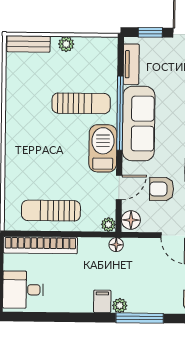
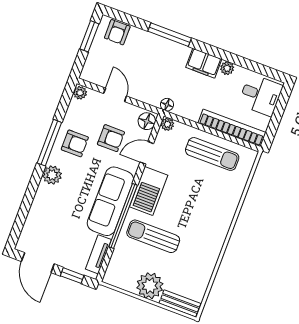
plant: (66, 44) -> (150, 286), width x1.88, depth x1.88
filing cabinet: (102, 301) -> (204, 63), width x2.00
plant: (120, 306) -> (227, 68), moved

